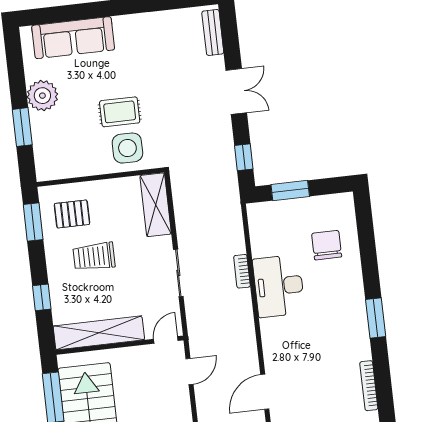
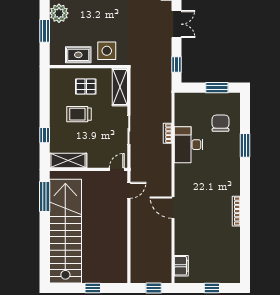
rug: (120, 112) -> (78, 55), moved
window: (290, 190) -> (217, 88), moved
pallet: (72, 214) -> (86, 86), moved
window: (33, 222) -> (45, 89), removed
window: (376, 318) -> (245, 145), moved
shelving: (99, 333) -> (68, 161), width x0.68
door: (265, 392) -> (173, 208), hinge flipped

